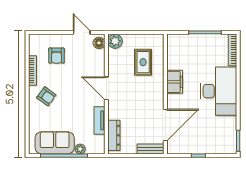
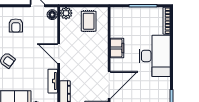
rug: (143, 62) -> (89, 21), moved

